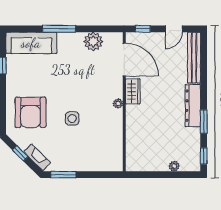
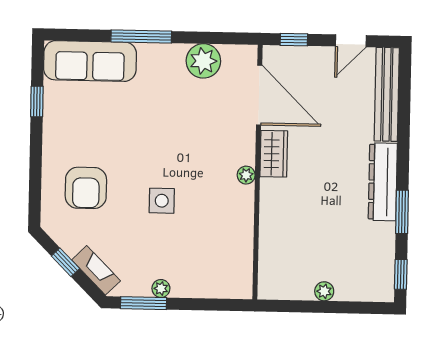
armchair: (30, 112) -> (86, 188), width x0.73, depth x0.73
plant: (73, 166) -> (161, 288), added
plant: (174, 166) -> (324, 291), moved

